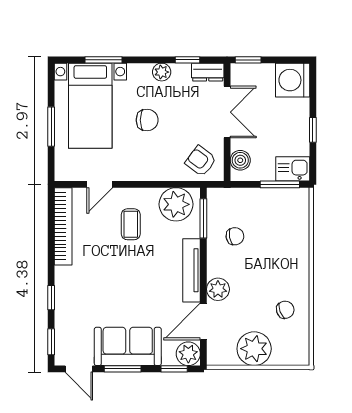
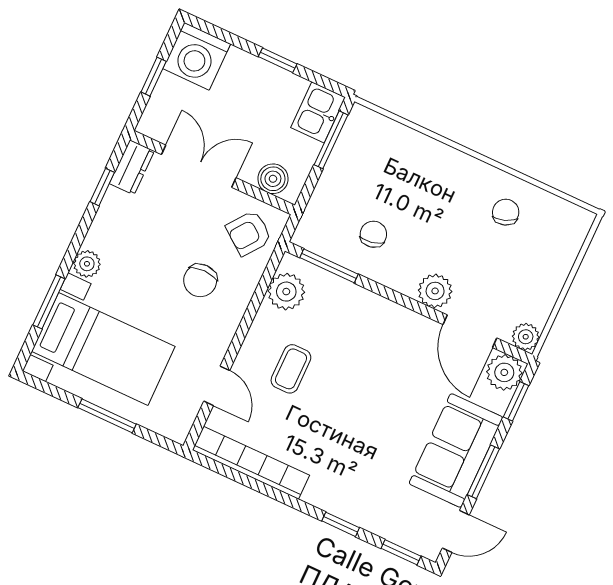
window: (248, 60) -> (154, 77), moved
plant: (162, 72) -> (87, 264), moved
chair: (147, 120) -> (200, 280), moved, turned 180
plant: (176, 204) -> (286, 292), width x0.73, depth x0.73
coffee table: (131, 224) -> (291, 369), turned 90
tv unit: (192, 270) -> (392, 315), removed
plant: (254, 349) -> (526, 337), moved, width x0.53, depth x0.53

